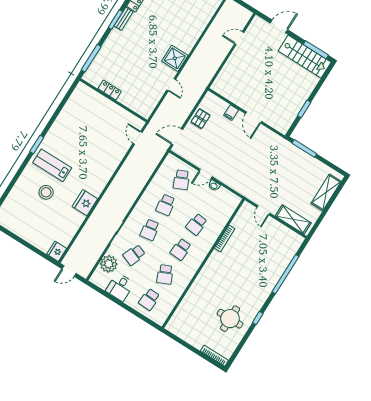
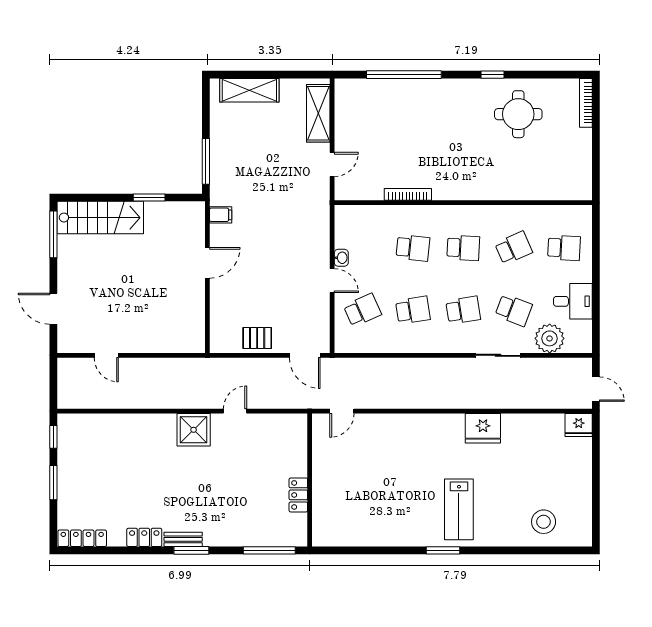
stairs: (305, 57) -> (100, 218), moved, turned 90
filing cabinet: (231, 113) -> (221, 215), moved
stool: (46, 192) -> (544, 522), moved

